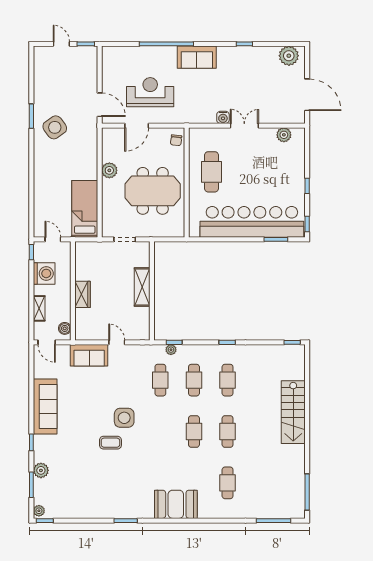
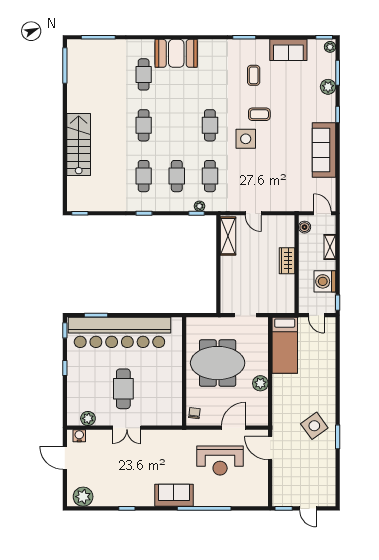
door: (307, 95) -> (65, 458), width x0.73
water cooler: (223, 117) -> (79, 436), moved
cafe table: (212, 172) -> (123, 389), moved
shelving: (142, 287) -> (228, 236), moved
sofa: (89, 355) -> (288, 50), moved, turned 180
cafe table: (194, 431) -> (210, 125), moved
coffee table: (116, 482) -> (254, 75), added
booth: (176, 504) -> (176, 53), moved

